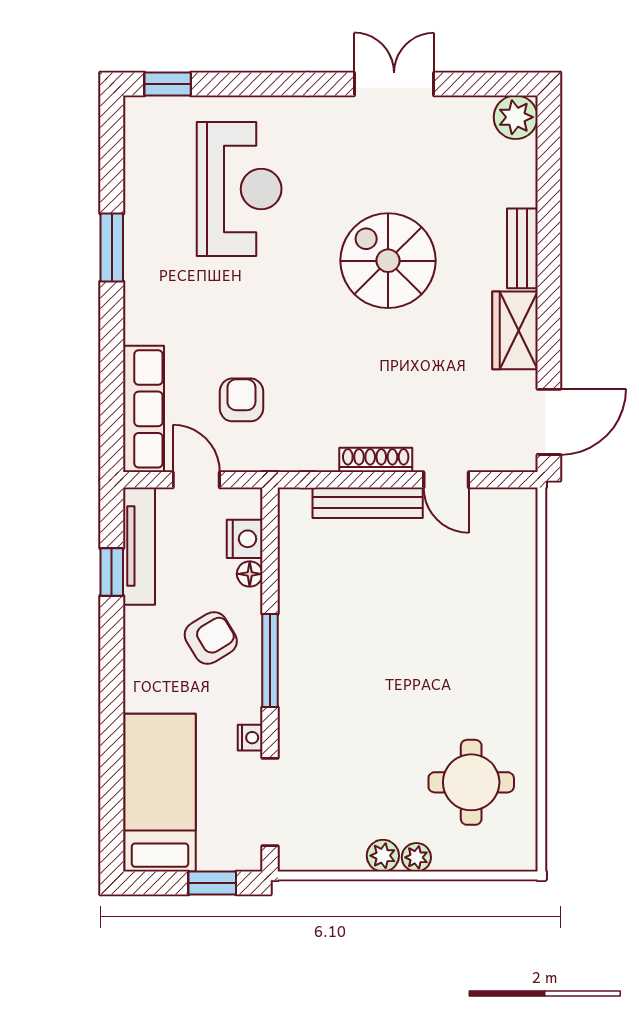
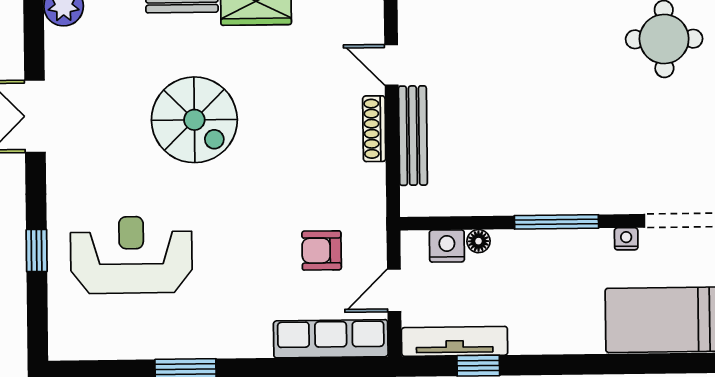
window: (168, 84) -> (37, 251), moved
spiral stairs: (388, 261) -> (194, 120), turned -90
door: (446, 480) -> (391, 65), swing flipped
armchair: (211, 638) -> (537, 276), removed

